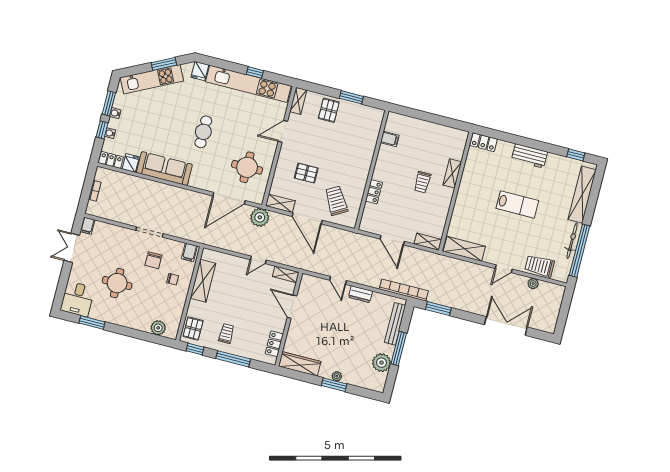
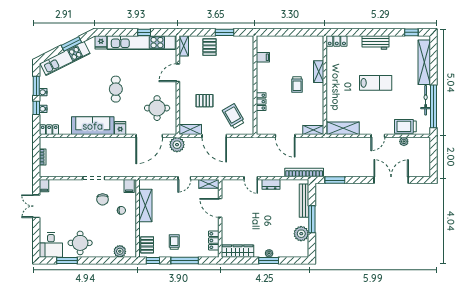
fridge: (131, 163) -> (120, 128), moved
round table: (117, 283) -> (80, 243), moved

